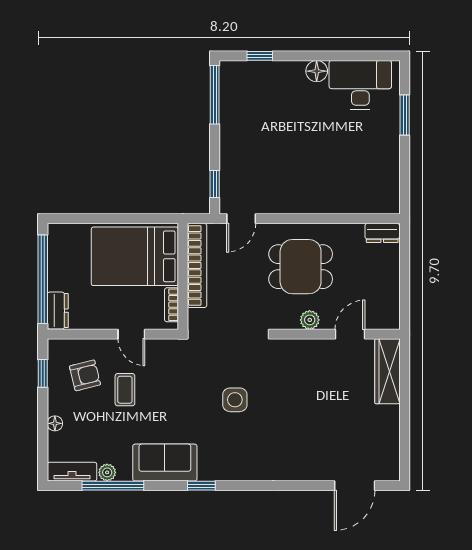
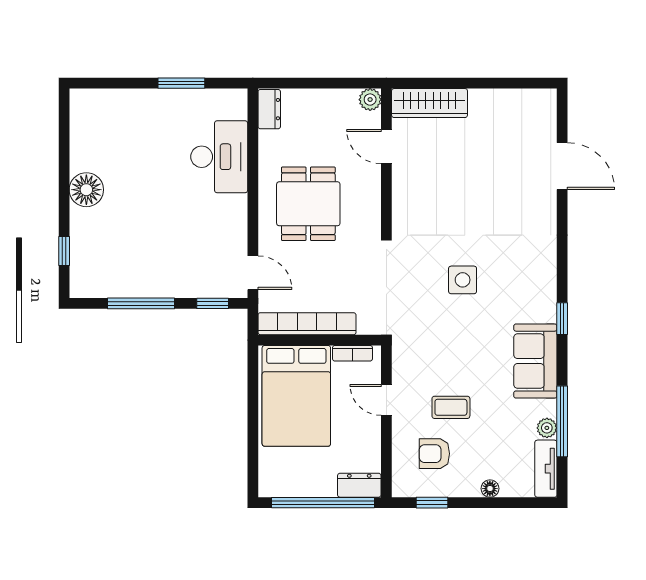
floor lamp: (317, 71) -> (86, 190), width x1.38, depth x1.38
desk: (360, 85) -> (219, 157), moved, turned 180
window: (215, 95) -> (141, 303), moved
window: (405, 115) -> (181, 83), moved
plant: (310, 320) -> (370, 100), moved
door: (131, 334) -> (386, 400), swing flipped
armchair: (85, 375) -> (434, 454), turned -76
door: (355, 486) -> (562, 166), moved

